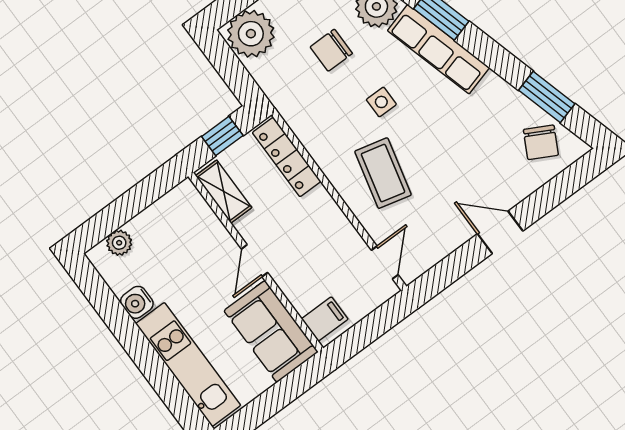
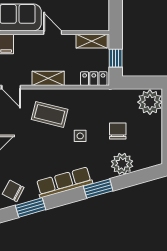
row of seats: (438, 49) -> (64, 182), moved
locker: (287, 157) -> (94, 79), width x0.66
shelving: (330, 216) -> (48, 78), added

